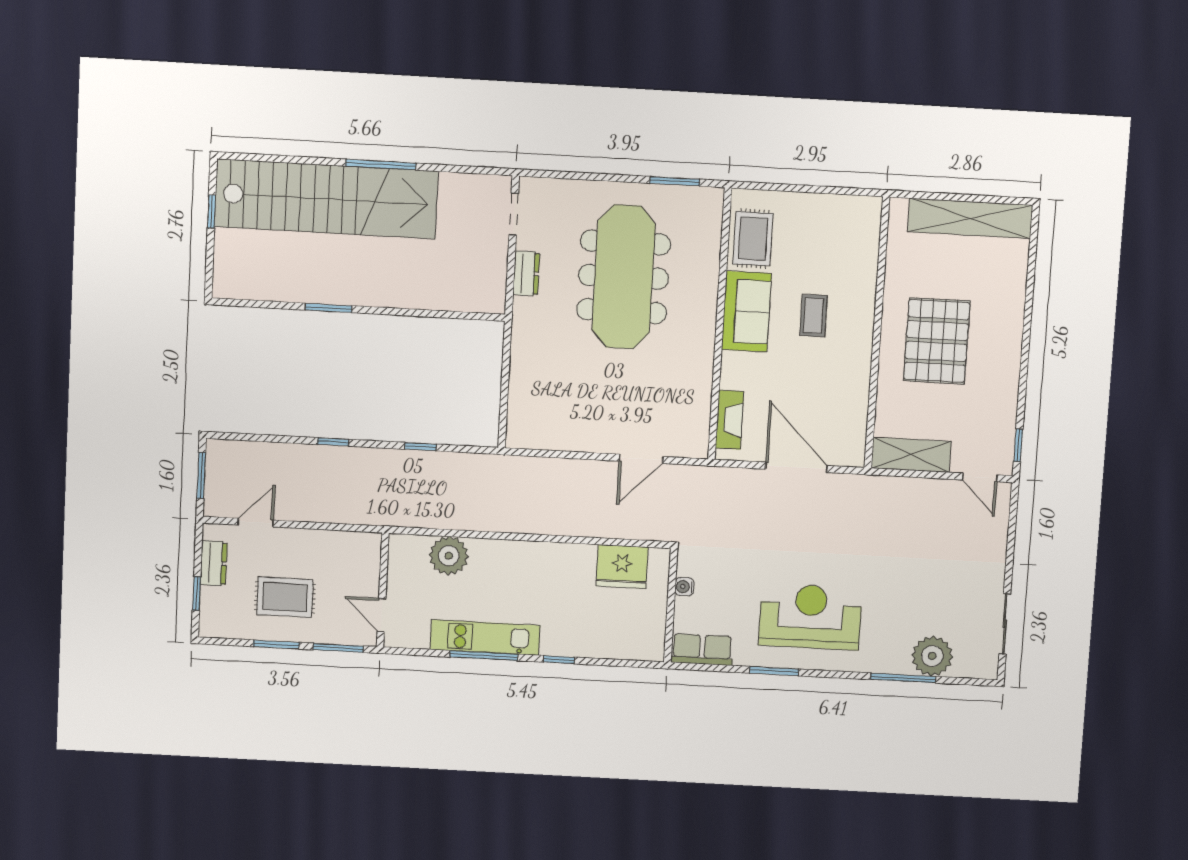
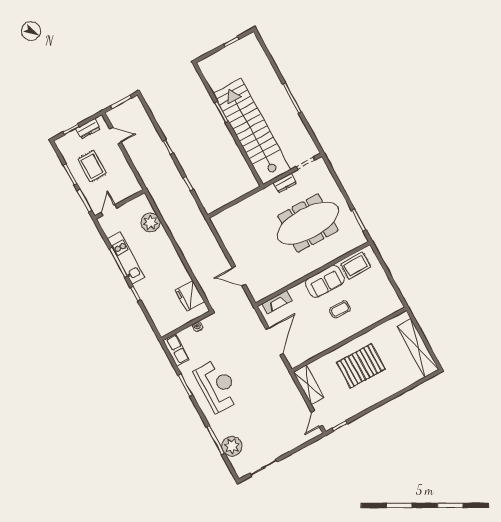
stairs: (326, 199) -> (252, 131), moved, turned 180

